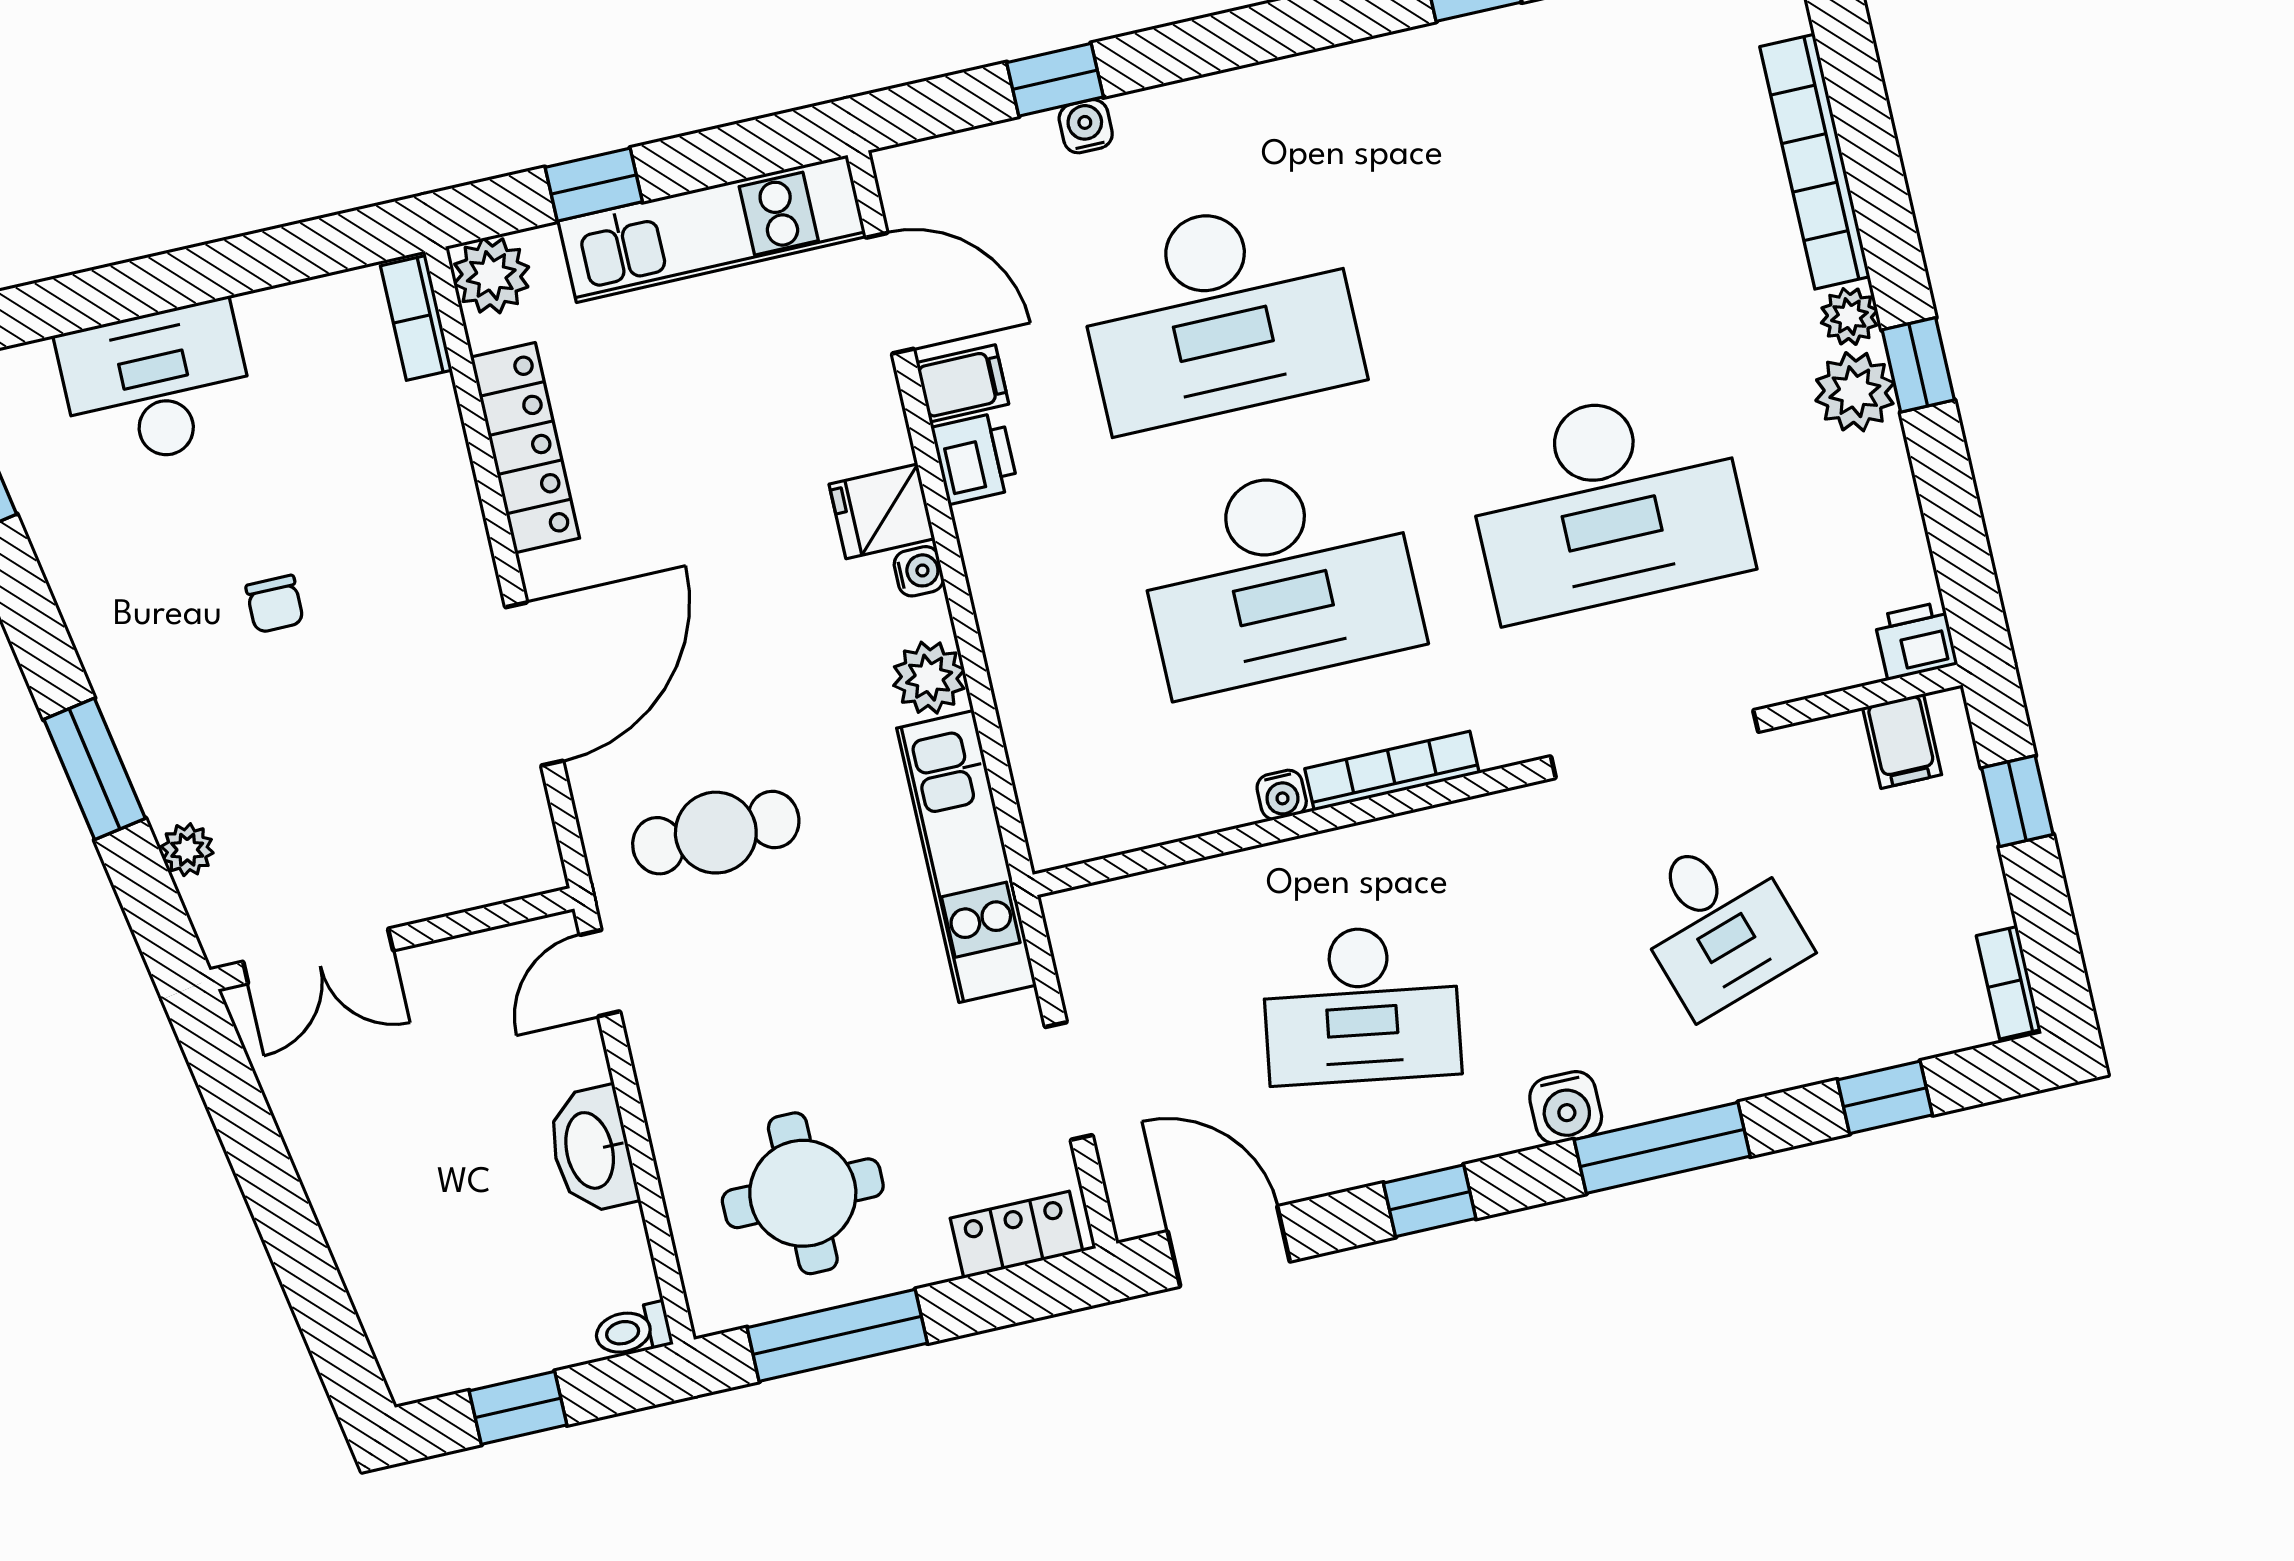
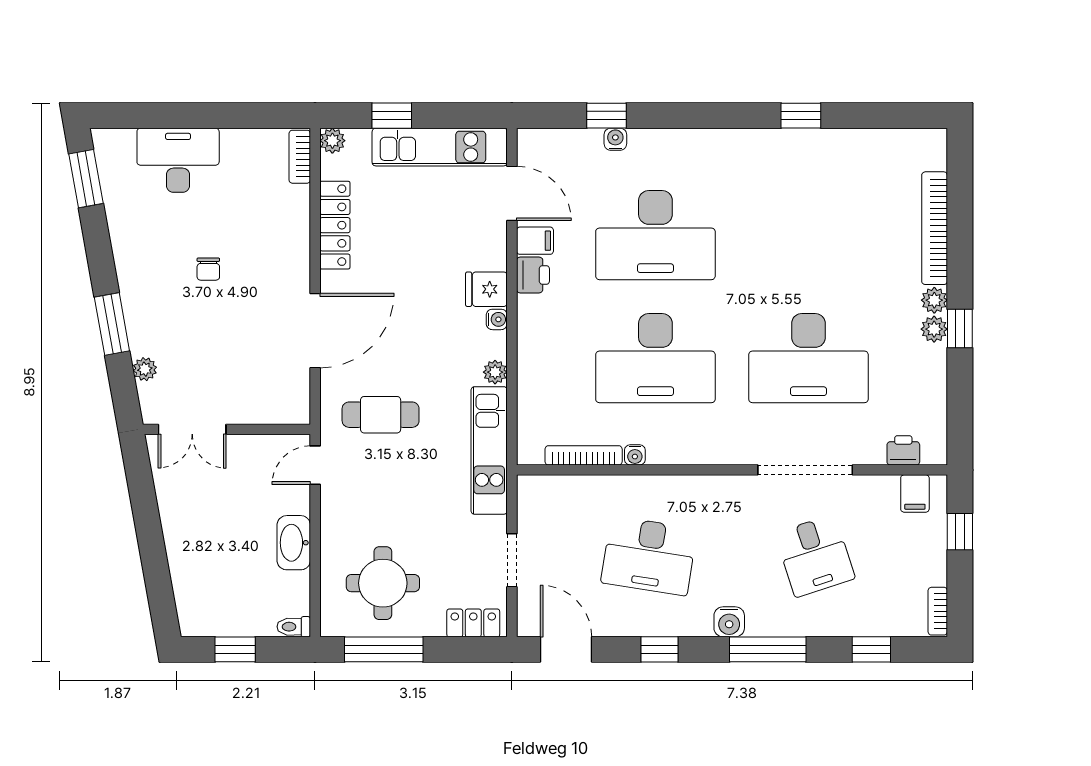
plant: (491, 275) -> (332, 141), width x0.73, depth x0.73
plant: (1855, 392) -> (934, 329), width x0.73, depth x0.73
printer: (1916, 641) -> (903, 450), moved
plant: (929, 678) -> (495, 372), width x0.73, depth x0.73
bookcase: (1392, 771) -> (584, 455), moved

